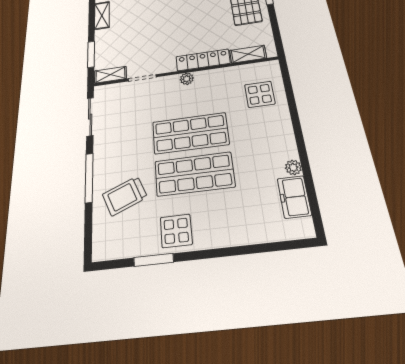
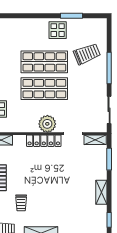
locker: (203, 60) -> (44, 141), moved
plant: (187, 79) -> (47, 124), width x1.88, depth x1.88

